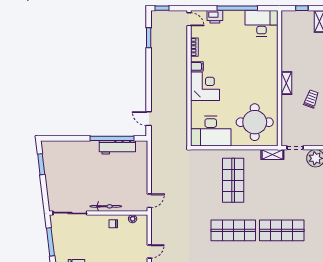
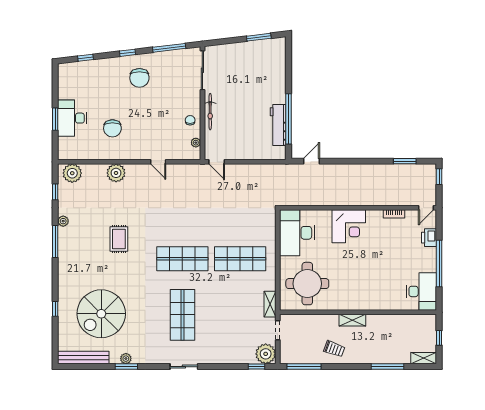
filing cabinet: (197, 66) -> (372, 217), removed
shop shelf: (233, 230) -> (182, 259), turned 90

